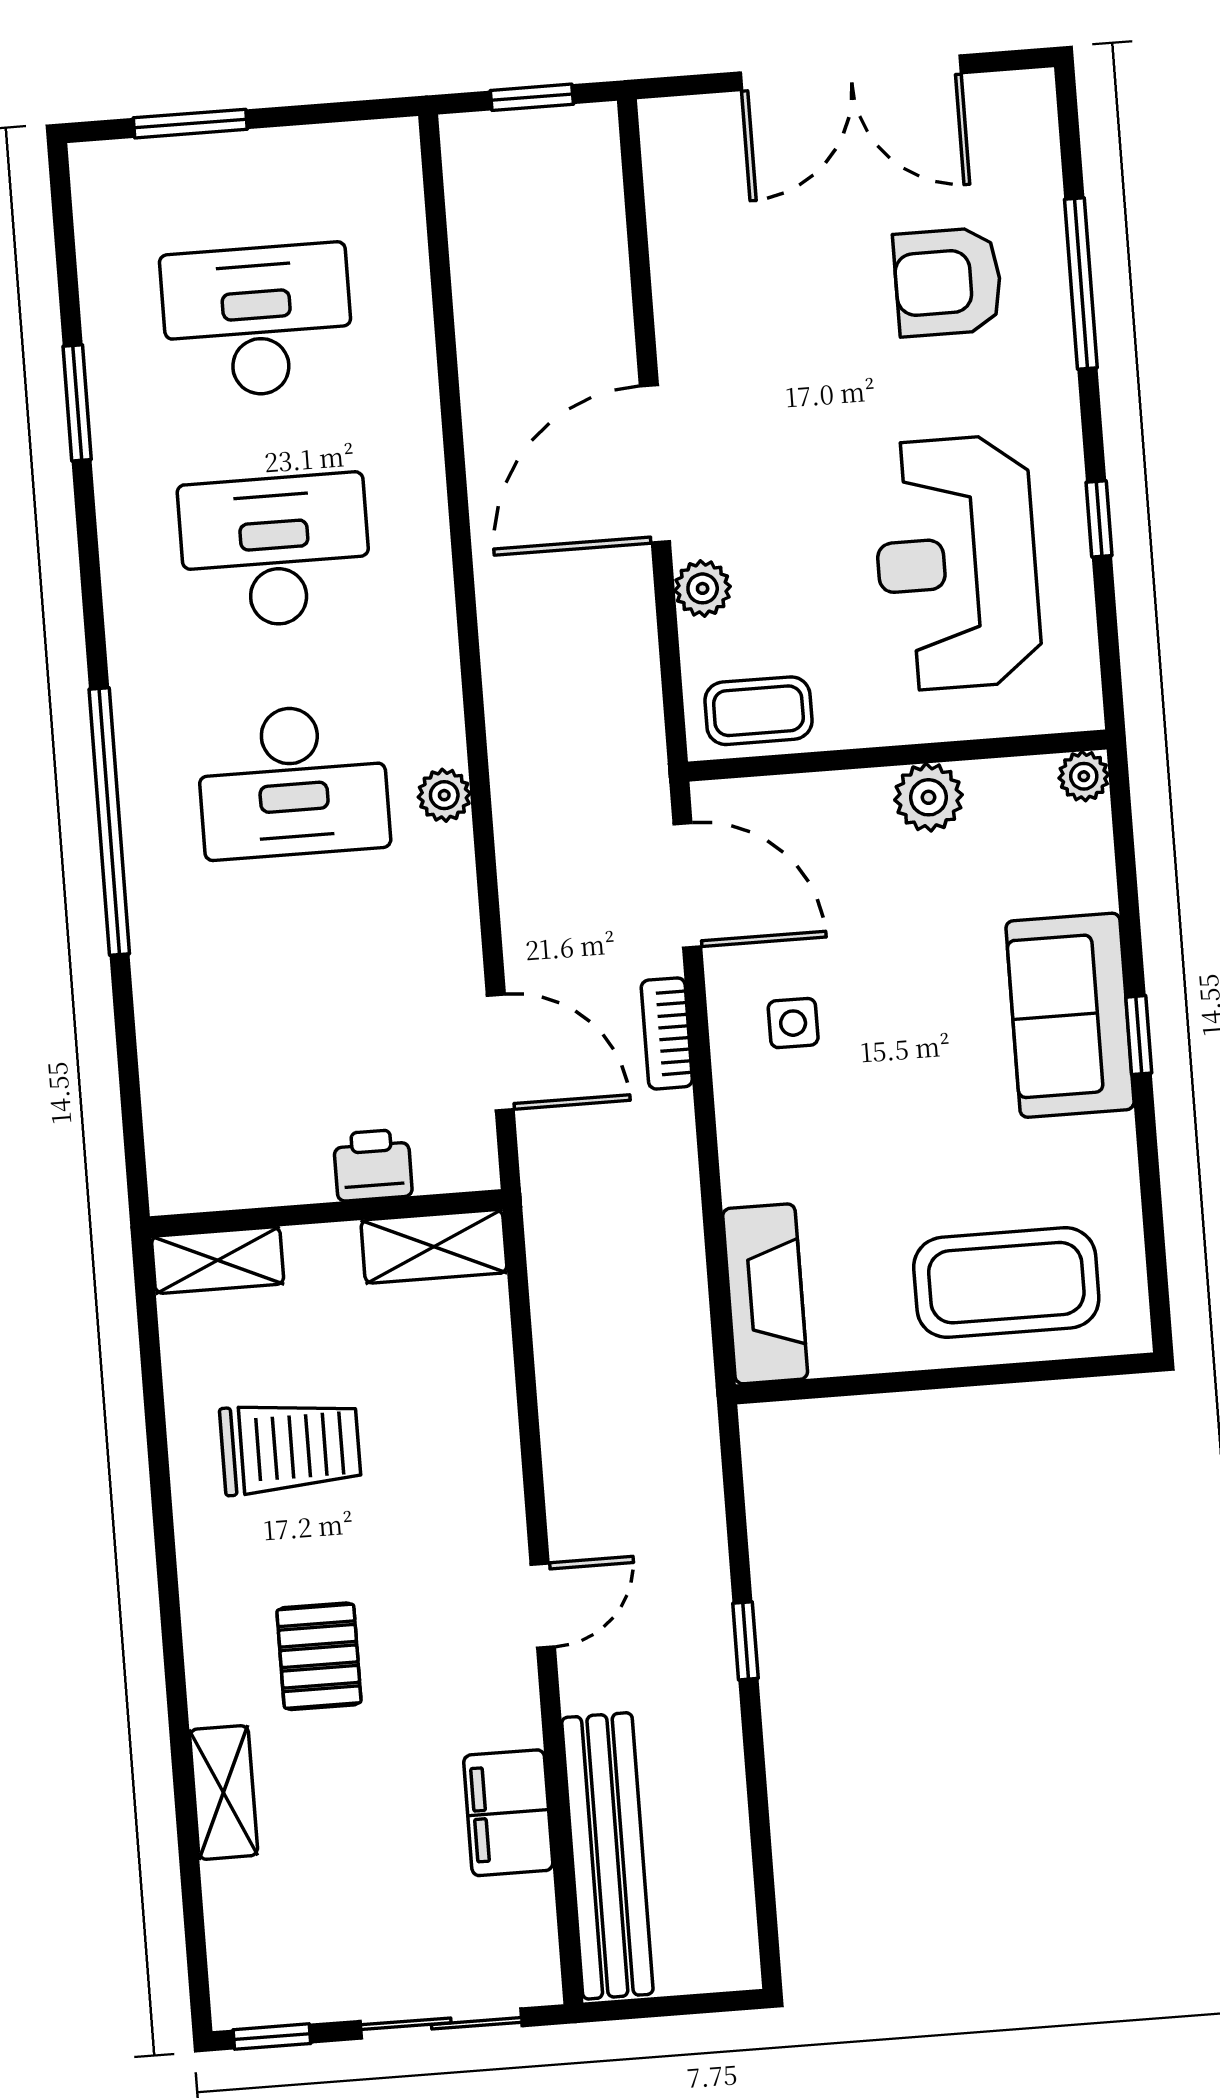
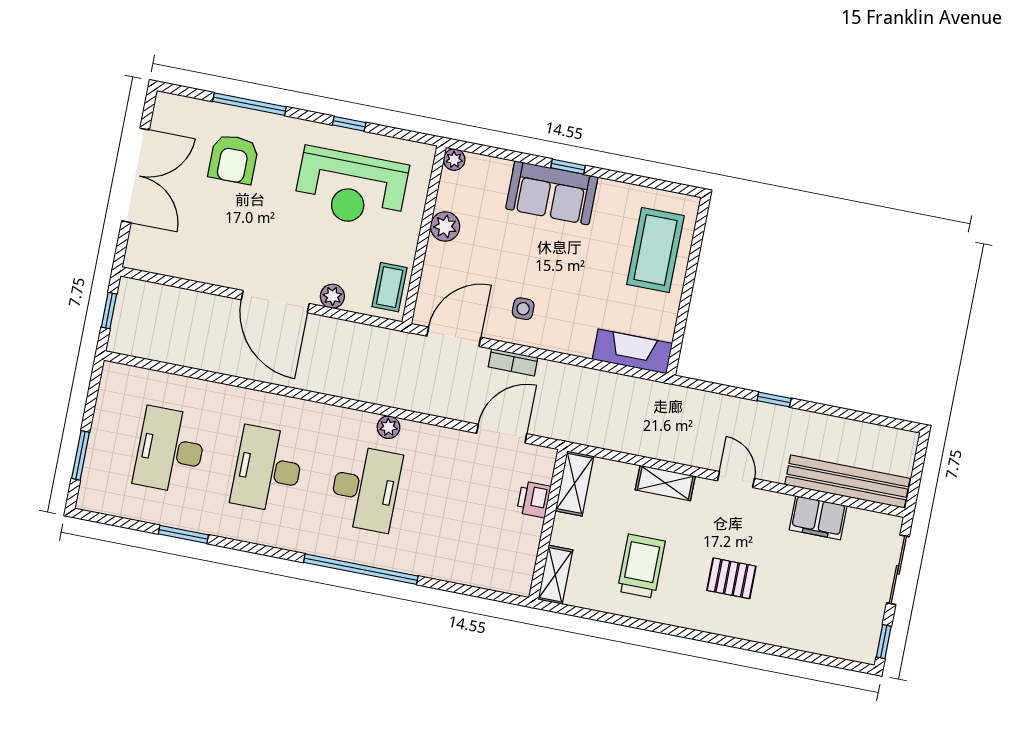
shelving: (224, 1792) -> (665, 483), moved

